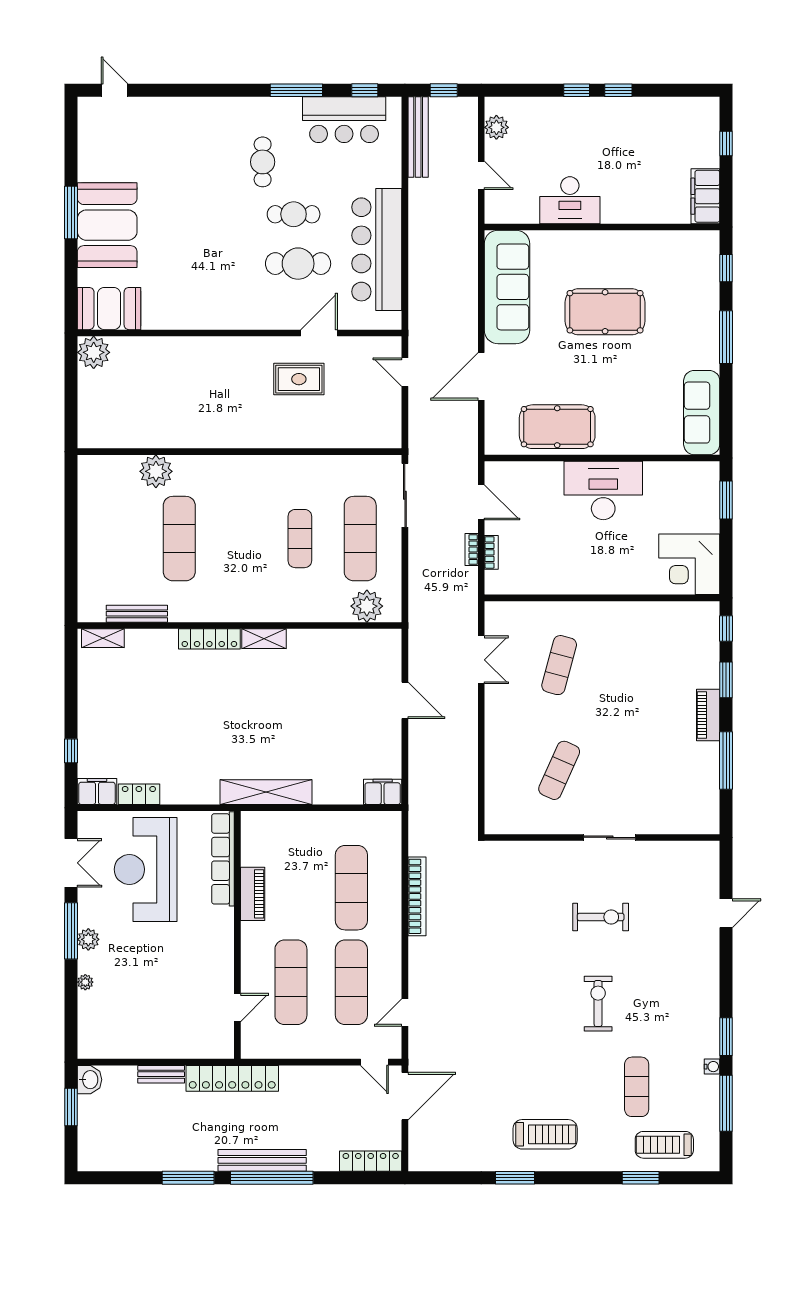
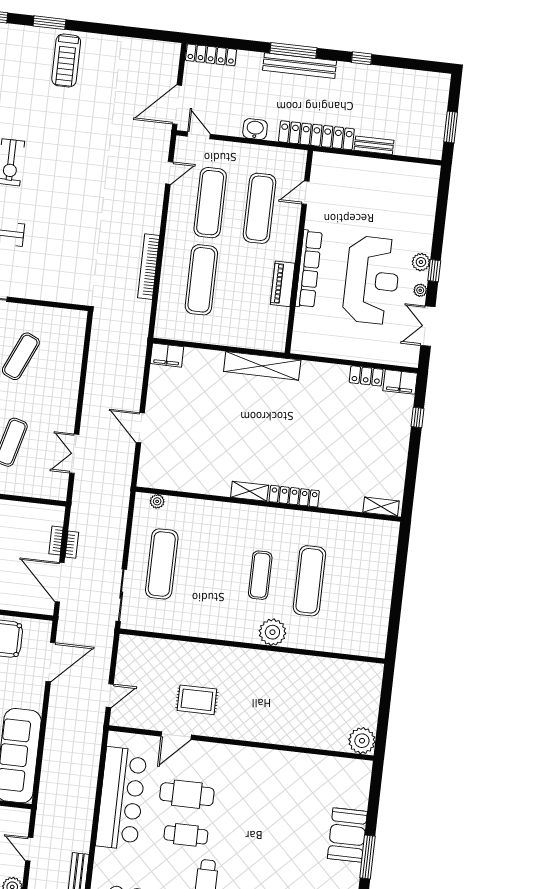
booth: (107, 225) -> (347, 835), width x0.73, depth x0.70
booth: (109, 309) -> (345, 775), removed
door: (405, 372) -> (110, 696), hinge flipped
door: (481, 376) -> (51, 662), moved
plant: (156, 471) -> (272, 632), moved
door: (481, 502) -> (60, 582), width x1.36
exercise mat: (300, 539) -> (260, 575), moved
plant: (367, 606) -> (157, 501), width x0.53, depth x0.53
bench: (137, 614) -> (351, 523), removed
row of seats: (223, 859) -> (309, 269), moved
reception desk: (146, 869) -> (372, 280), moved
window: (71, 931) -> (434, 271), width x0.46
plant: (85, 982) -> (420, 290), moved
washbasin: (89, 1080) -> (255, 129), moved, turned 90
treadmill: (545, 1134) -> (66, 61), turned -90
window: (188, 1178) -> (362, 58), width x0.46
window: (272, 1178) -> (293, 51), width x0.68
window: (515, 1178) -> (49, 23), moved

